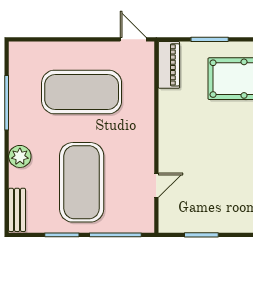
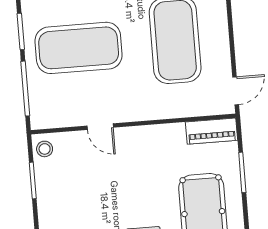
door: (156, 185) -> (100, 127), moved
stool: (173, 221) -> (45, 149), added

